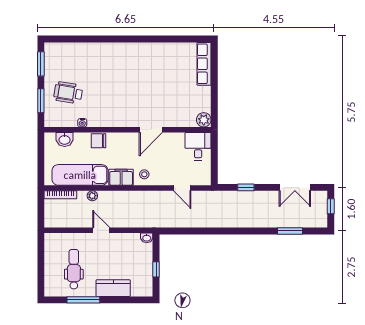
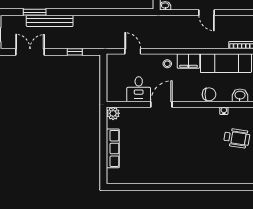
row of seats: (204, 64) -> (113, 148), moved
desk: (198, 146) -> (139, 89), moved
plant: (92, 196) -> (215, 44), removed
bench: (273, 221) -> (50, 21), added

